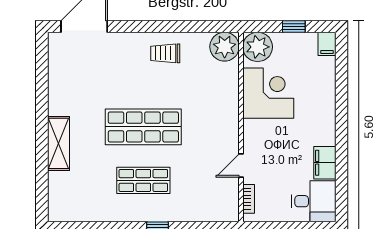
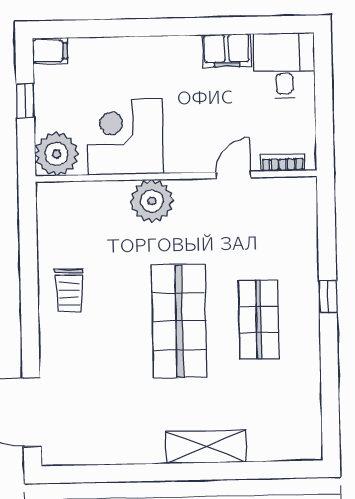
plant: (225, 47) -> (152, 201), moved
door: (241, 166) -> (233, 175), swing flipped

